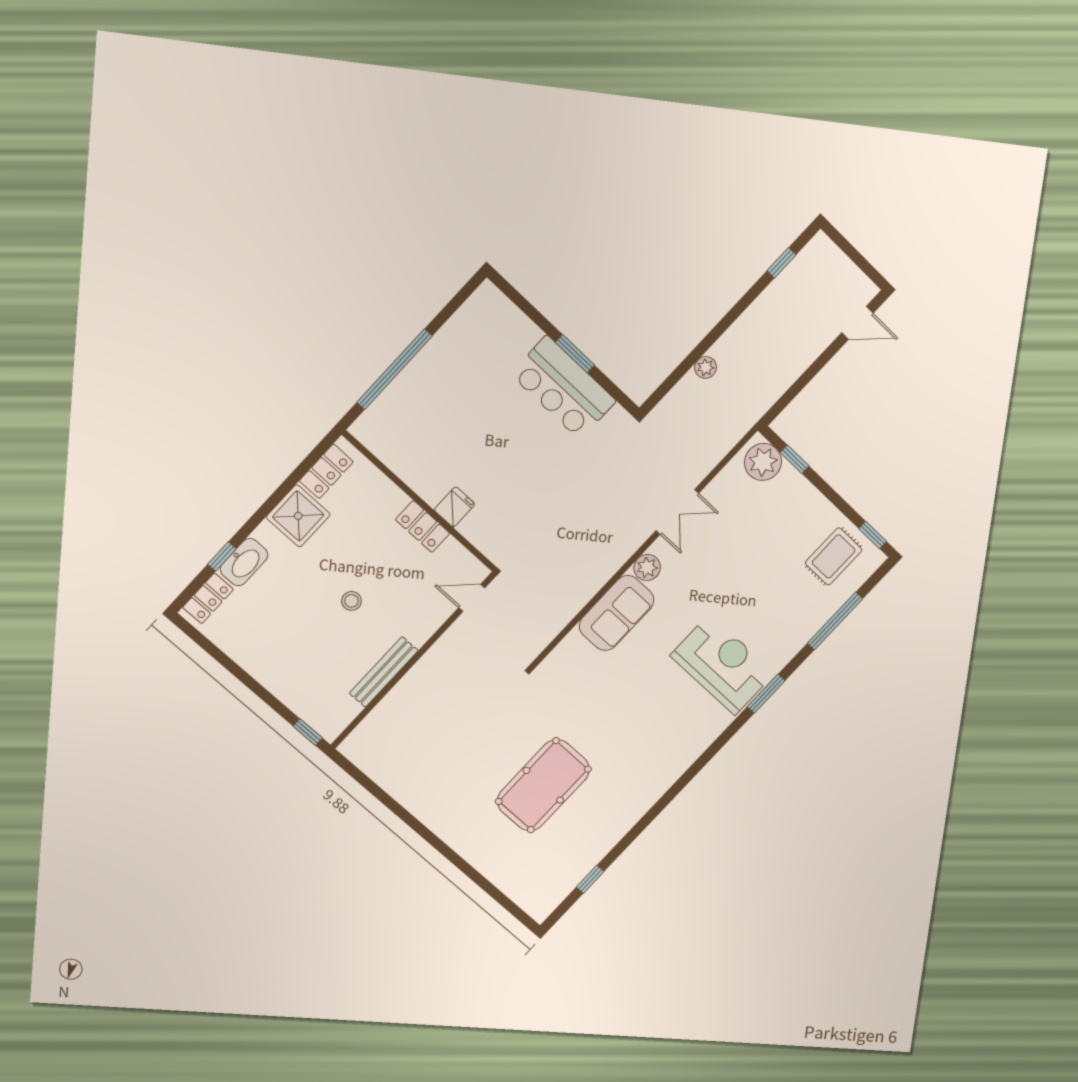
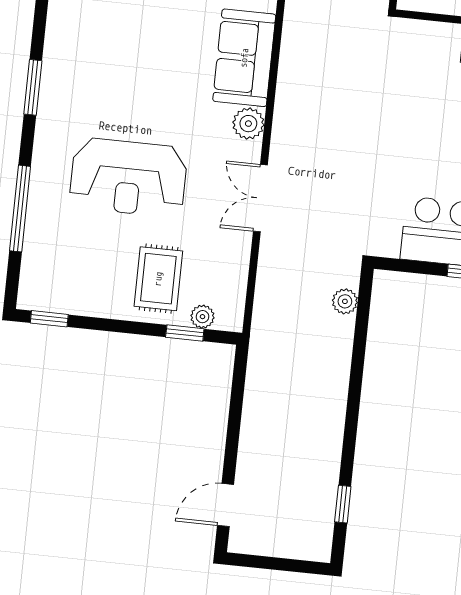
plant: (706, 367) -> (345, 301), moved
plant: (763, 462) -> (202, 317), width x0.53, depth x0.53
rug: (834, 556) -> (158, 279), moved
reception desk: (722, 665) -> (128, 177), moved

